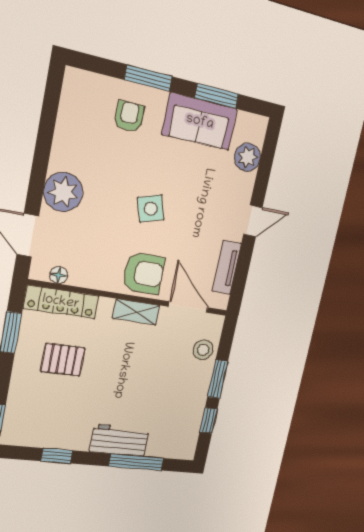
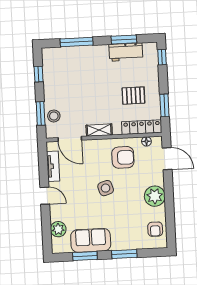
armchair: (129, 117) -> (155, 229), moved
plant: (63, 192) -> (155, 196), moved
door: (253, 221) -> (45, 196), swing flipped
armchair: (144, 273) -> (123, 157), moved, turned 180
window: (218, 379) -> (41, 113), moved
workbench: (120, 440) -> (126, 52), moved
window: (57, 456) -> (124, 40), width x1.50

